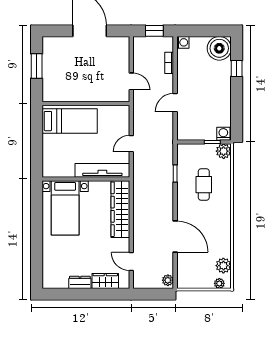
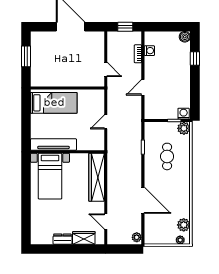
washing machine: (183, 42) -> (149, 51), moved
boiler: (219, 48) -> (185, 37), width x0.54, depth x0.54
tv unit: (102, 170) -> (53, 145), moved

